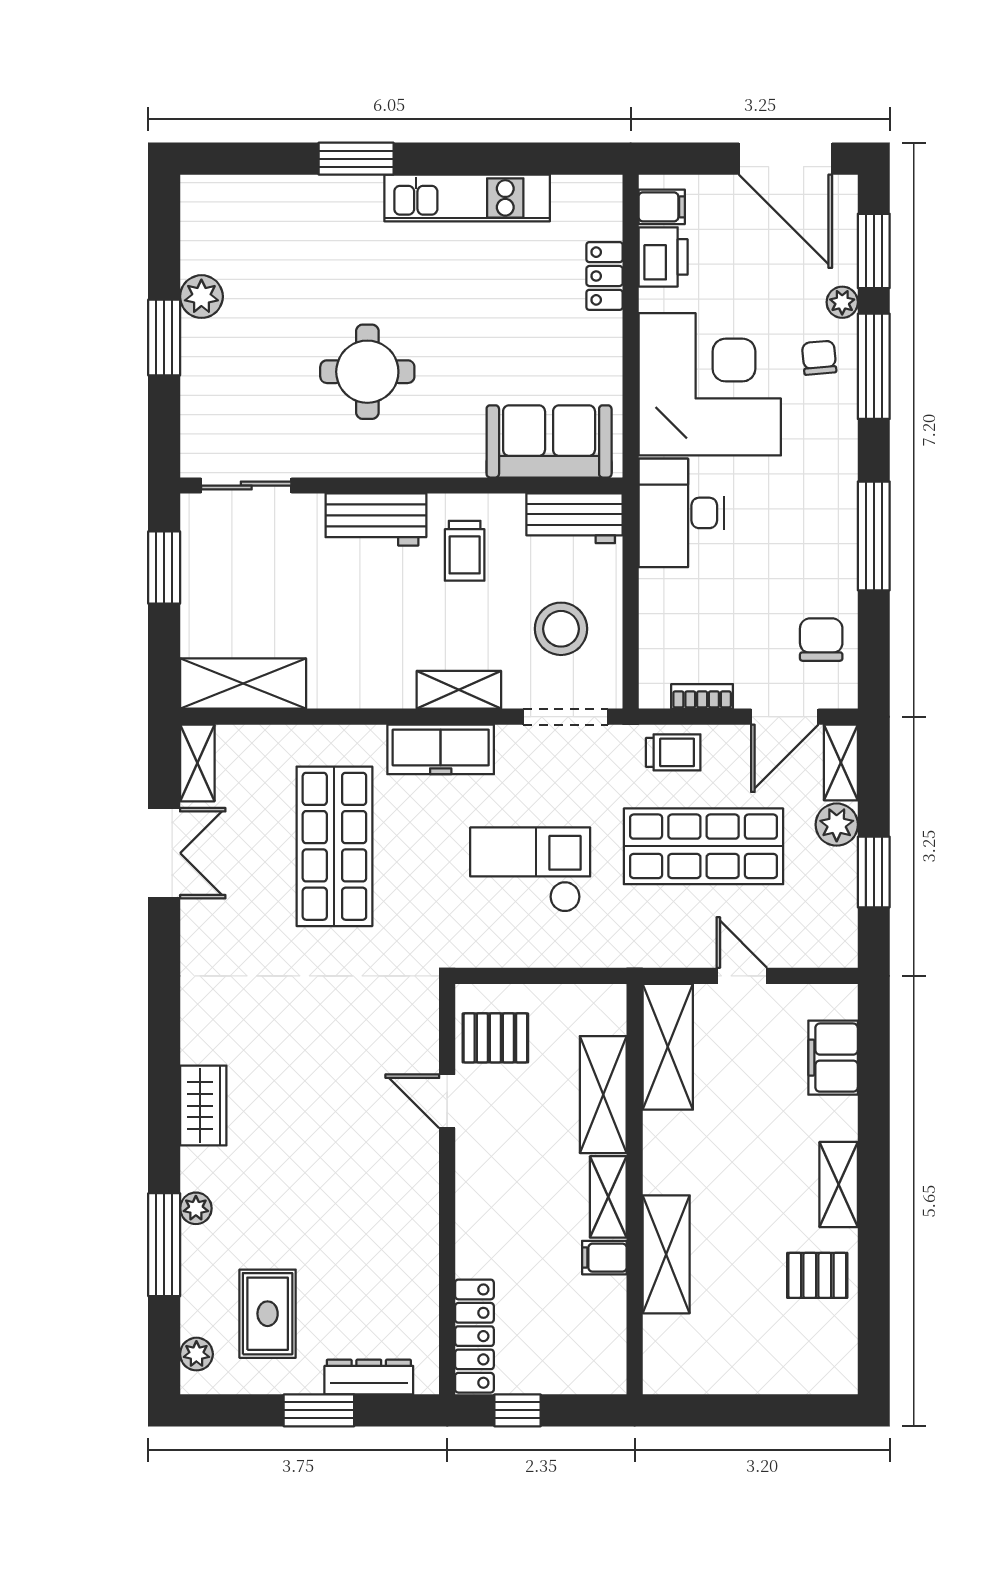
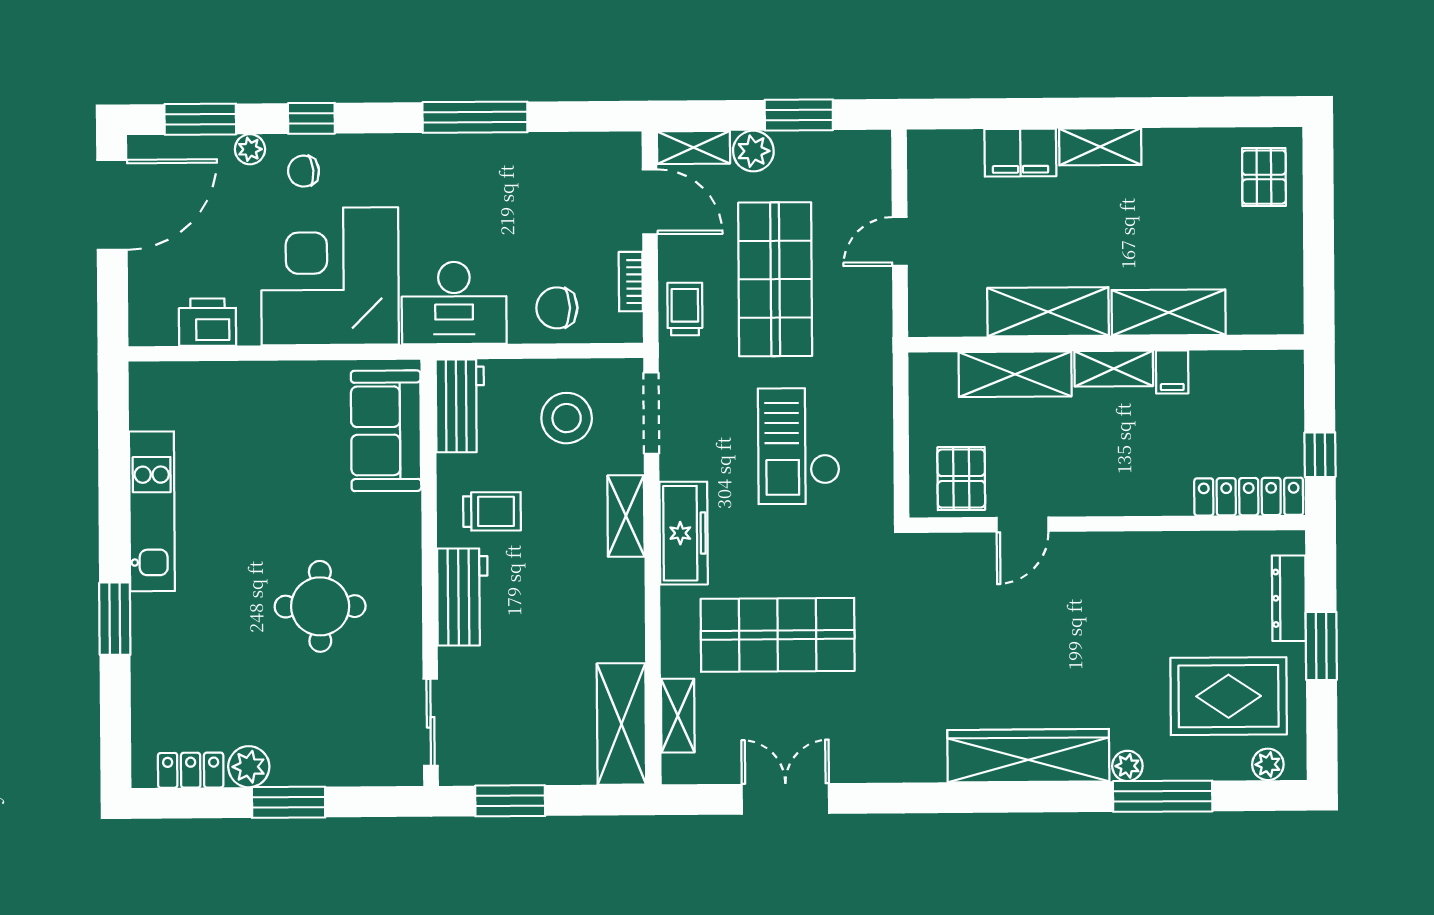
filing cabinet: (662, 207) -> (159, 324), removed
locker: (605, 276) -> (191, 770), moved, turned 180
window: (874, 366) -> (311, 118), width x0.46
chair: (821, 640) -> (557, 308), moved
shelving: (197, 763) -> (678, 716), moved, turned 90
shelving: (668, 1047) -> (1048, 312), moved
filing cabinet: (833, 1058) -> (1020, 153), moved
wardrobe: (203, 1106) -> (1028, 756), width x2.10, depth x1.17
pallet: (817, 1275) -> (1264, 177), moved
rug: (268, 1314) -> (1229, 696), width x1.36, depth x1.43

